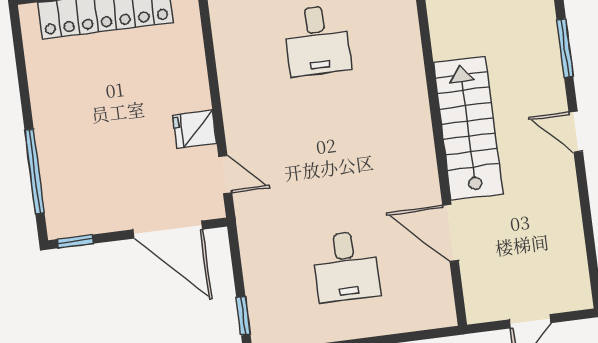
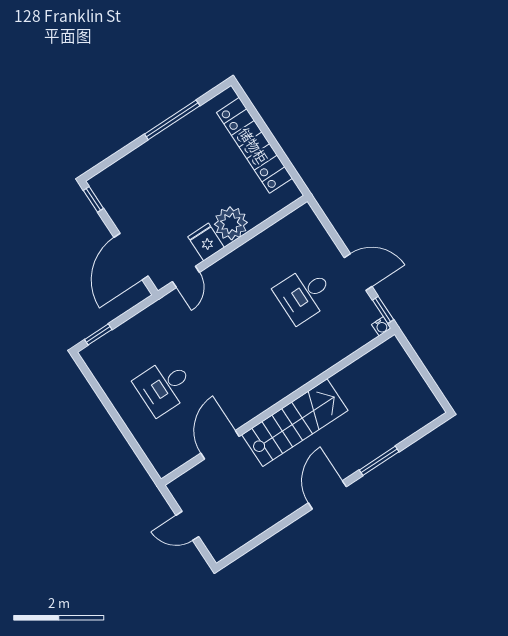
plant: (186, 88) -> (231, 223), added
door: (576, 132) -> (327, 495), width x1.38
window: (35, 171) -> (172, 120), moved

